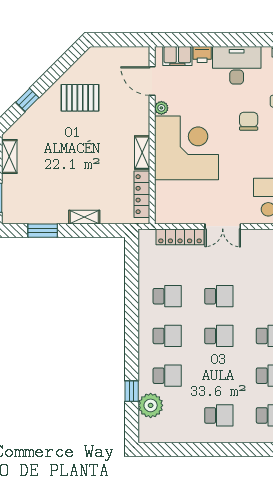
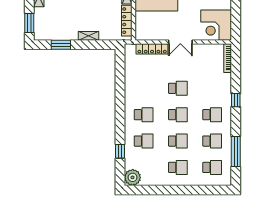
school desk: (167, 296) -> (178, 141), moved
plant: (151, 405) -> (133, 177), moved

